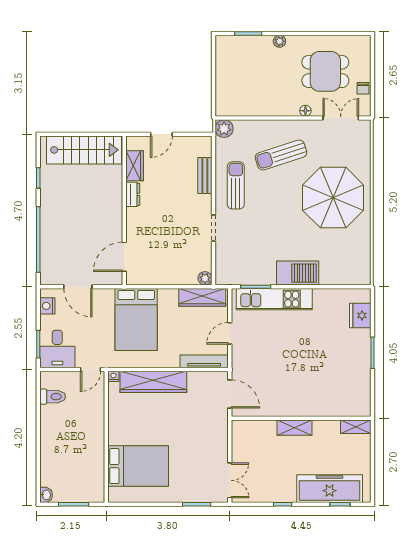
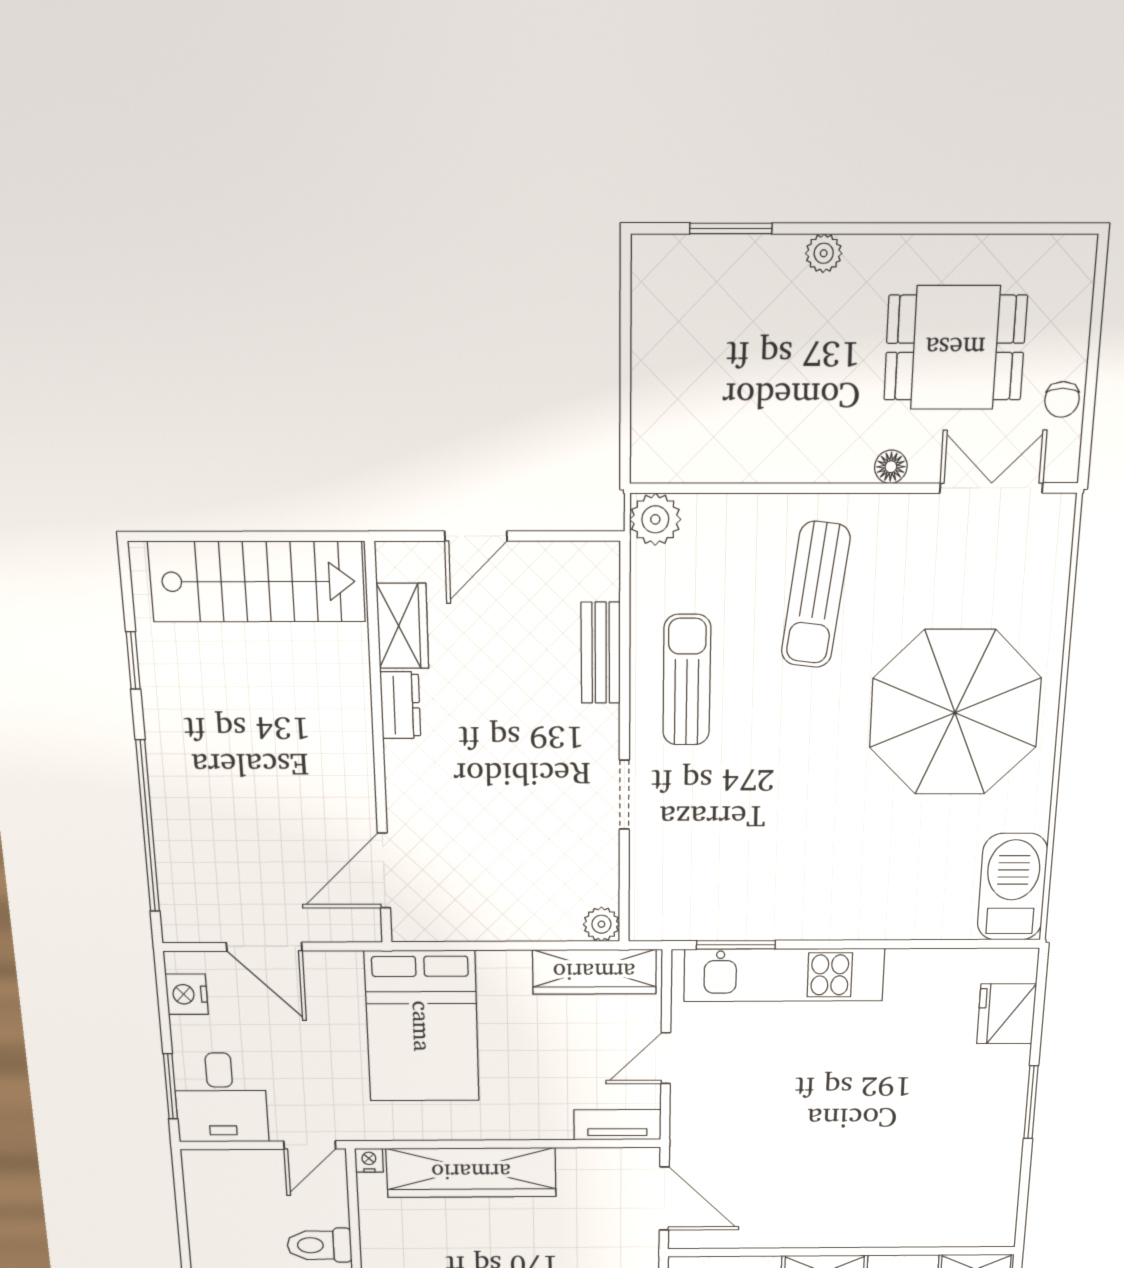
sun lounger: (281, 155) -> (816, 595), turned -65
barbecue: (298, 273) -> (1012, 887), moved, turned -90
tv unit: (204, 361) -> (617, 1125), width x0.71
toilet: (53, 397) -> (319, 1245), moved, turned 180

